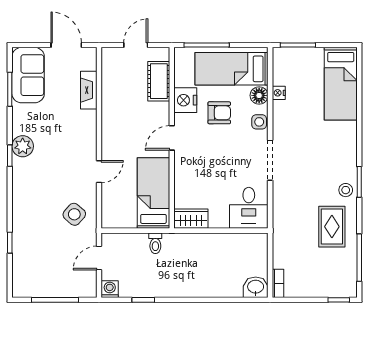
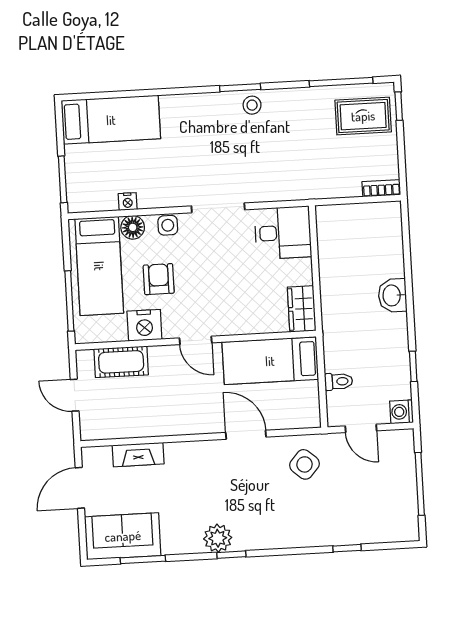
door: (99, 172) -> (246, 435), width x1.38
rug: (332, 227) -> (363, 116), moved
toilet: (155, 243) -> (339, 381), moved
washbasin: (256, 287) -> (392, 295), moved

